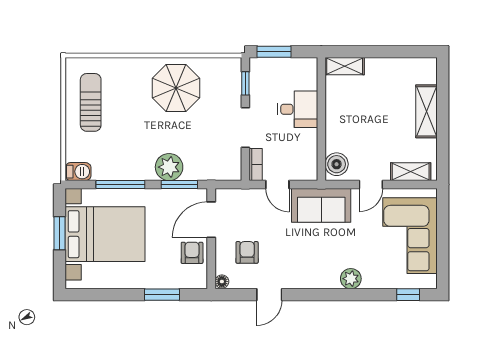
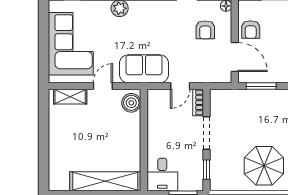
shelving: (345, 66) -> (105, 181), width x2.20, depth x1.33
desk: (298, 109) -> (162, 175), moved, turned -90
shelving: (426, 111) -> (57, 146), removed
plant: (169, 167) -> (270, 100), removed
door: (277, 185) -> (180, 86), swing flipped
door: (211, 220) -> (235, 57), hinge flipped

